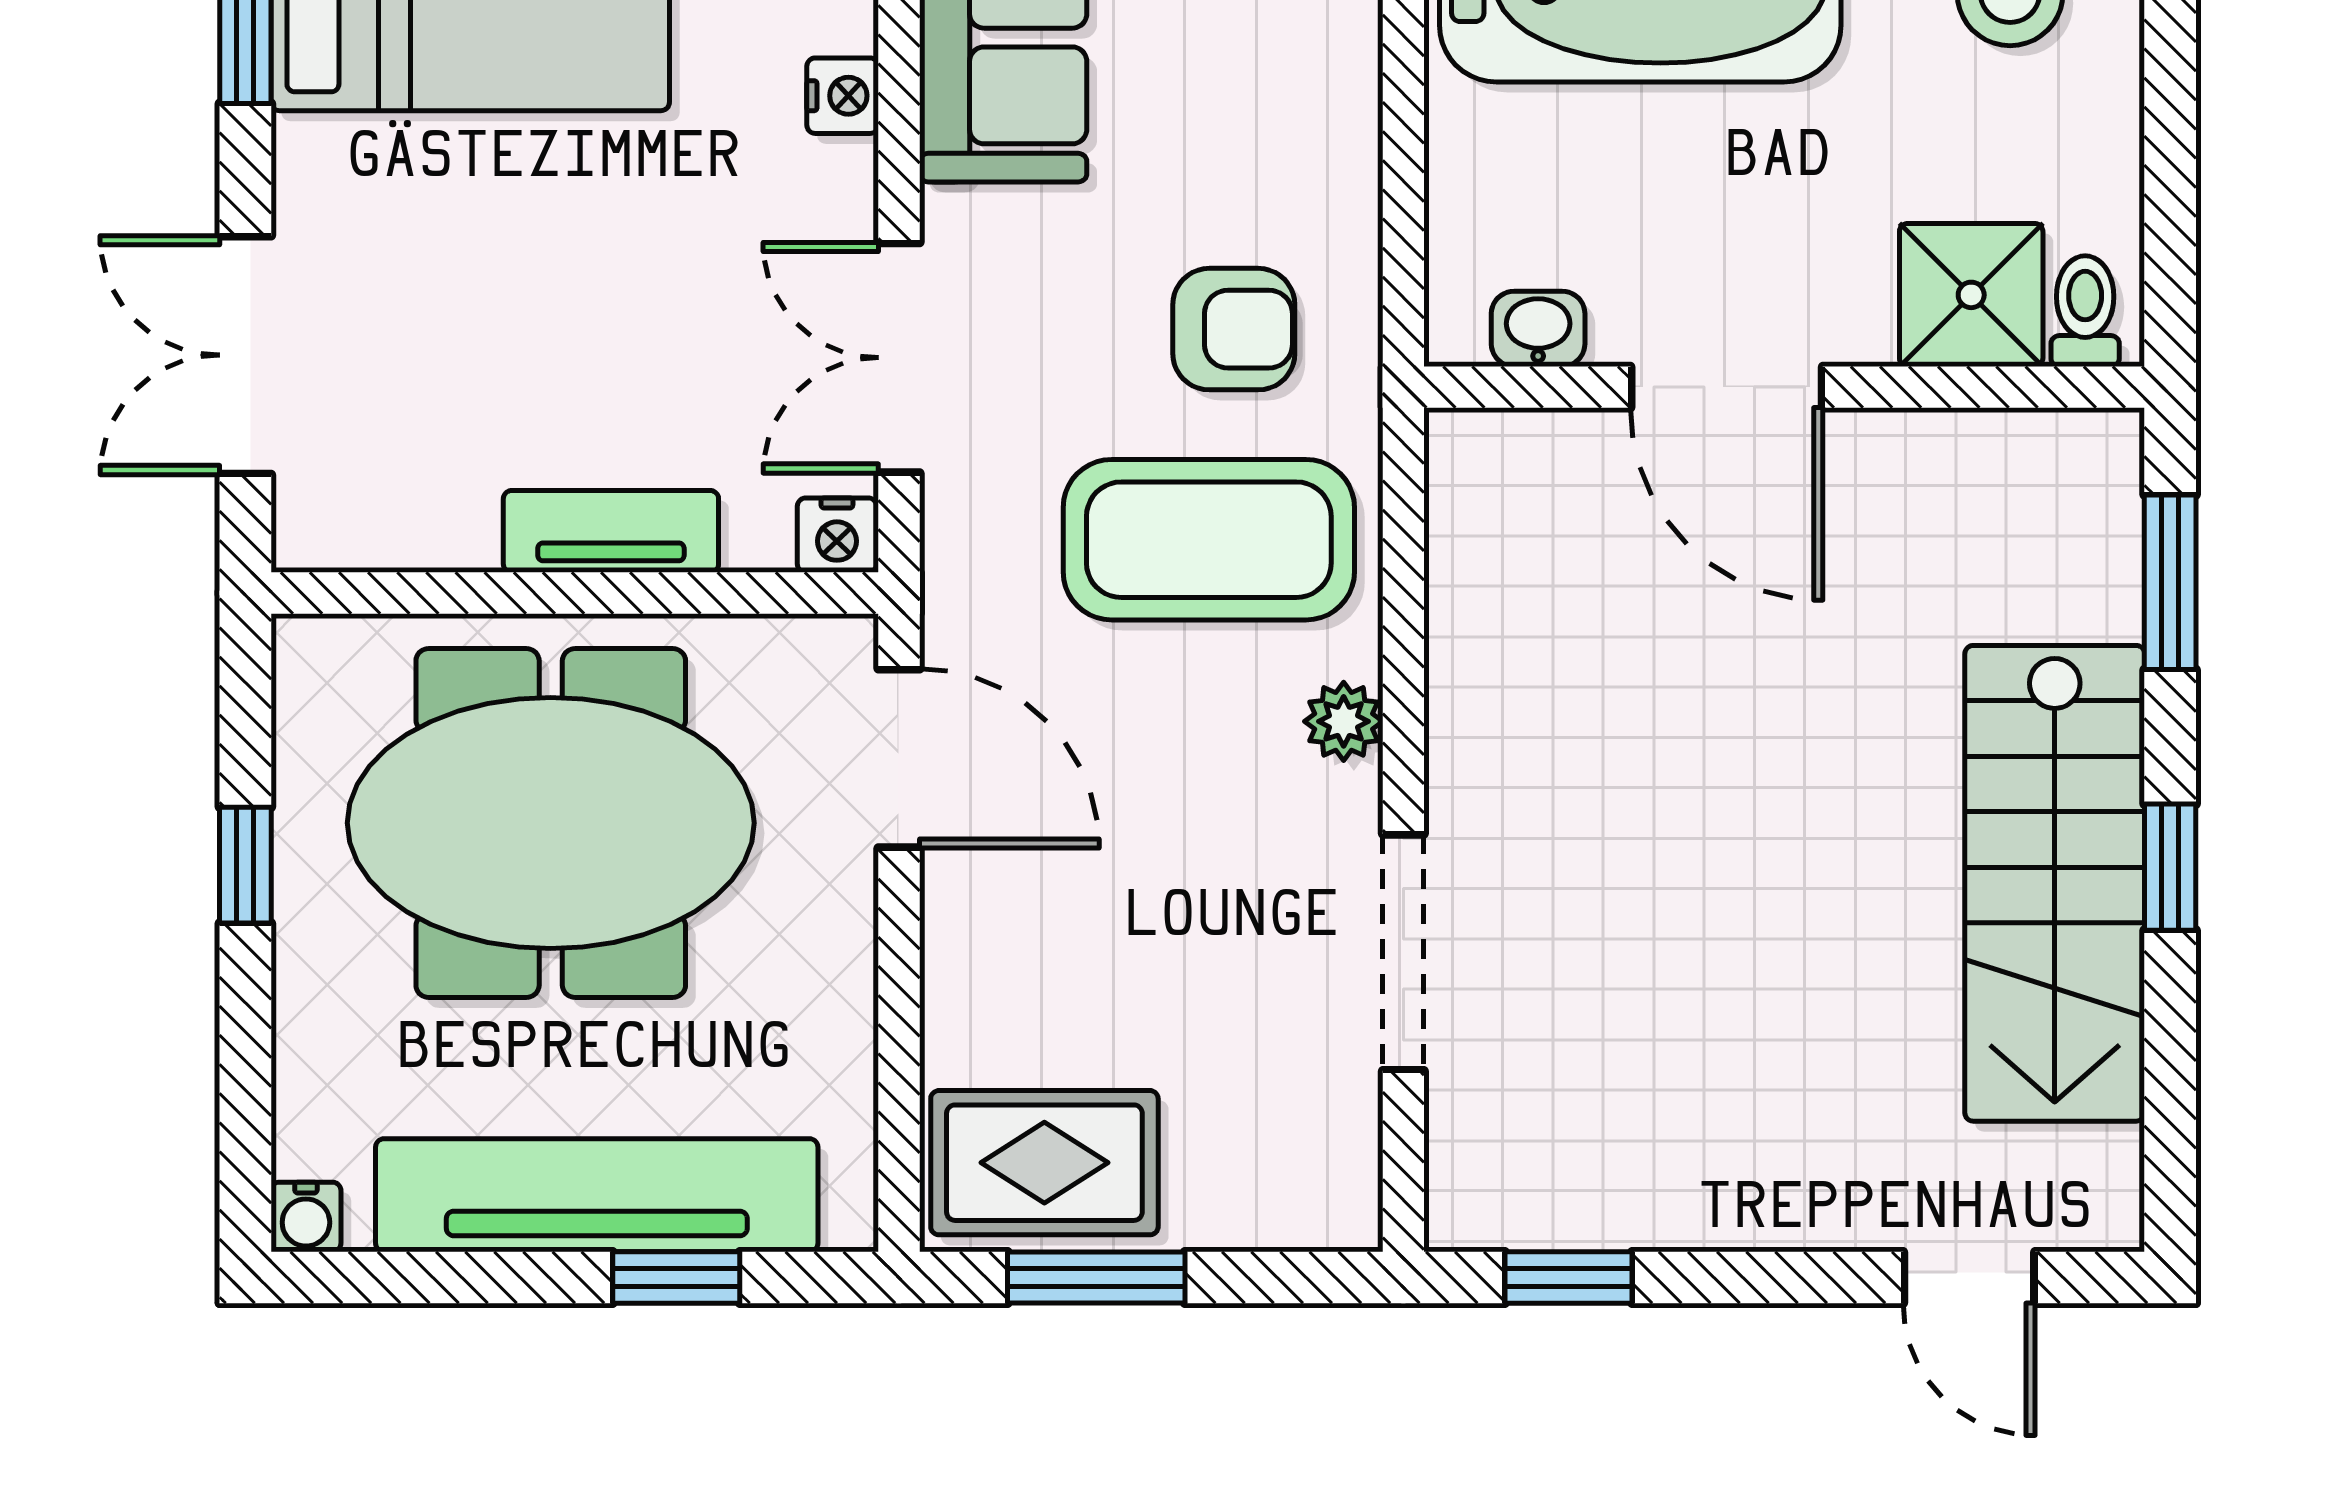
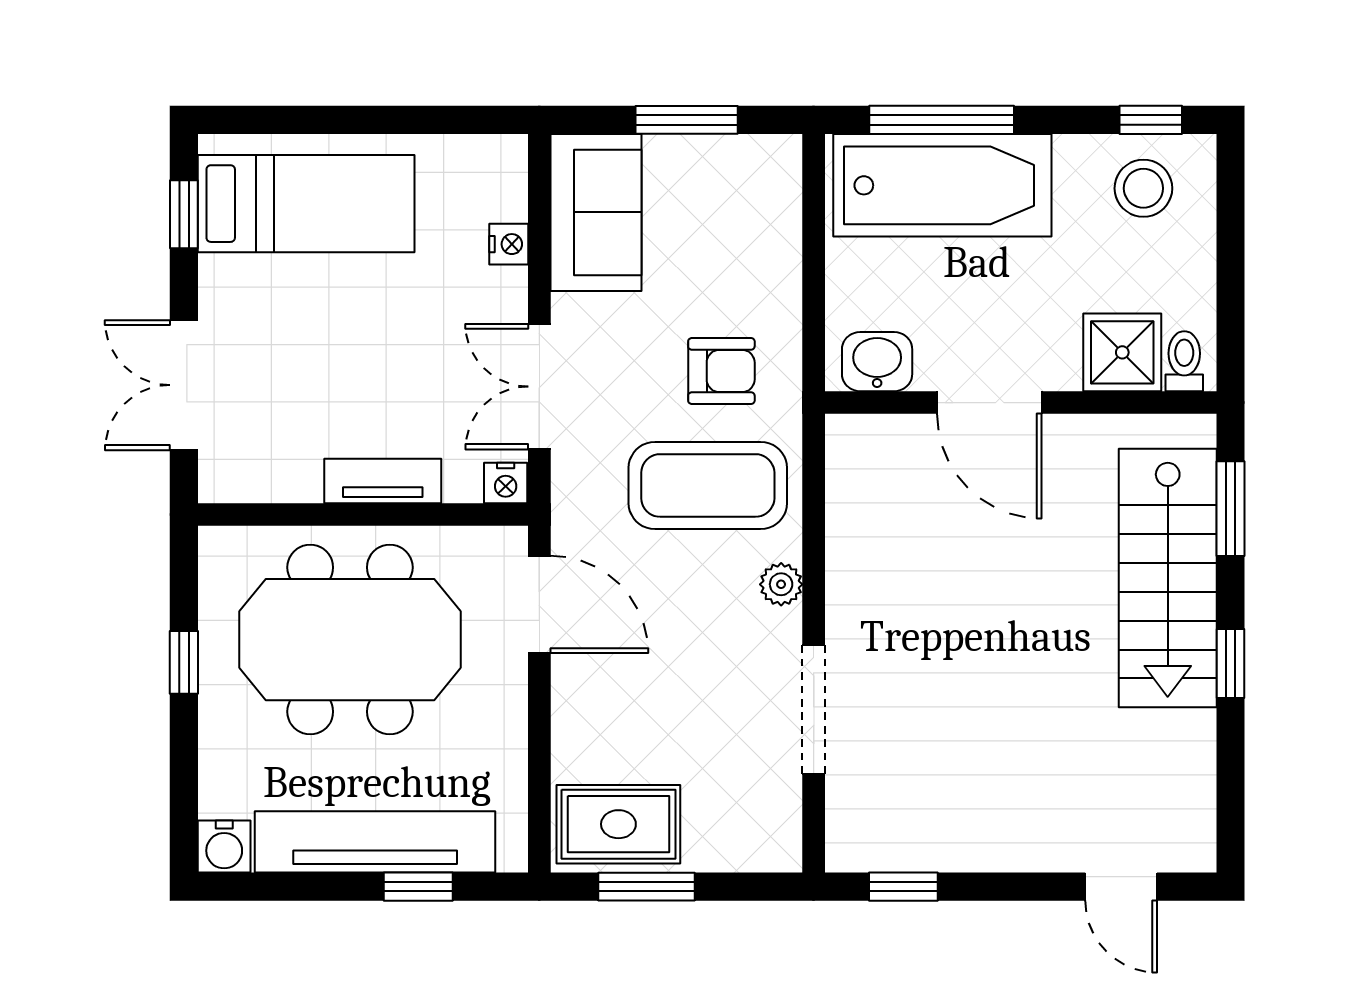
washbasin: (1538, 329) -> (877, 362), width x1.38, depth x1.45
stairs: (2055, 883) -> (1168, 578), moved
water cooler: (306, 1217) -> (224, 846), width x1.38, depth x1.38

